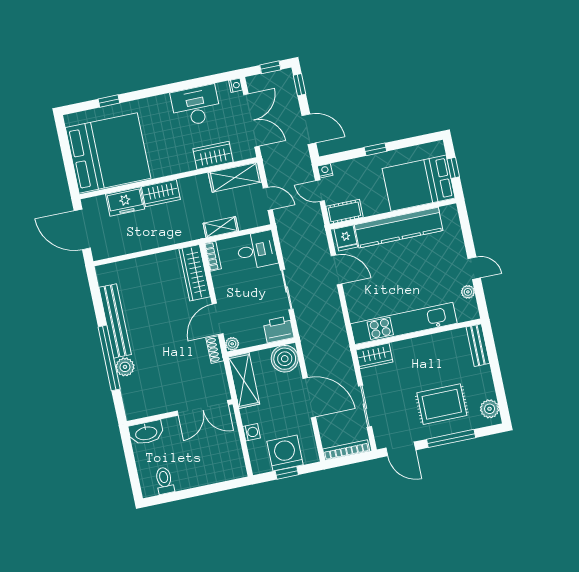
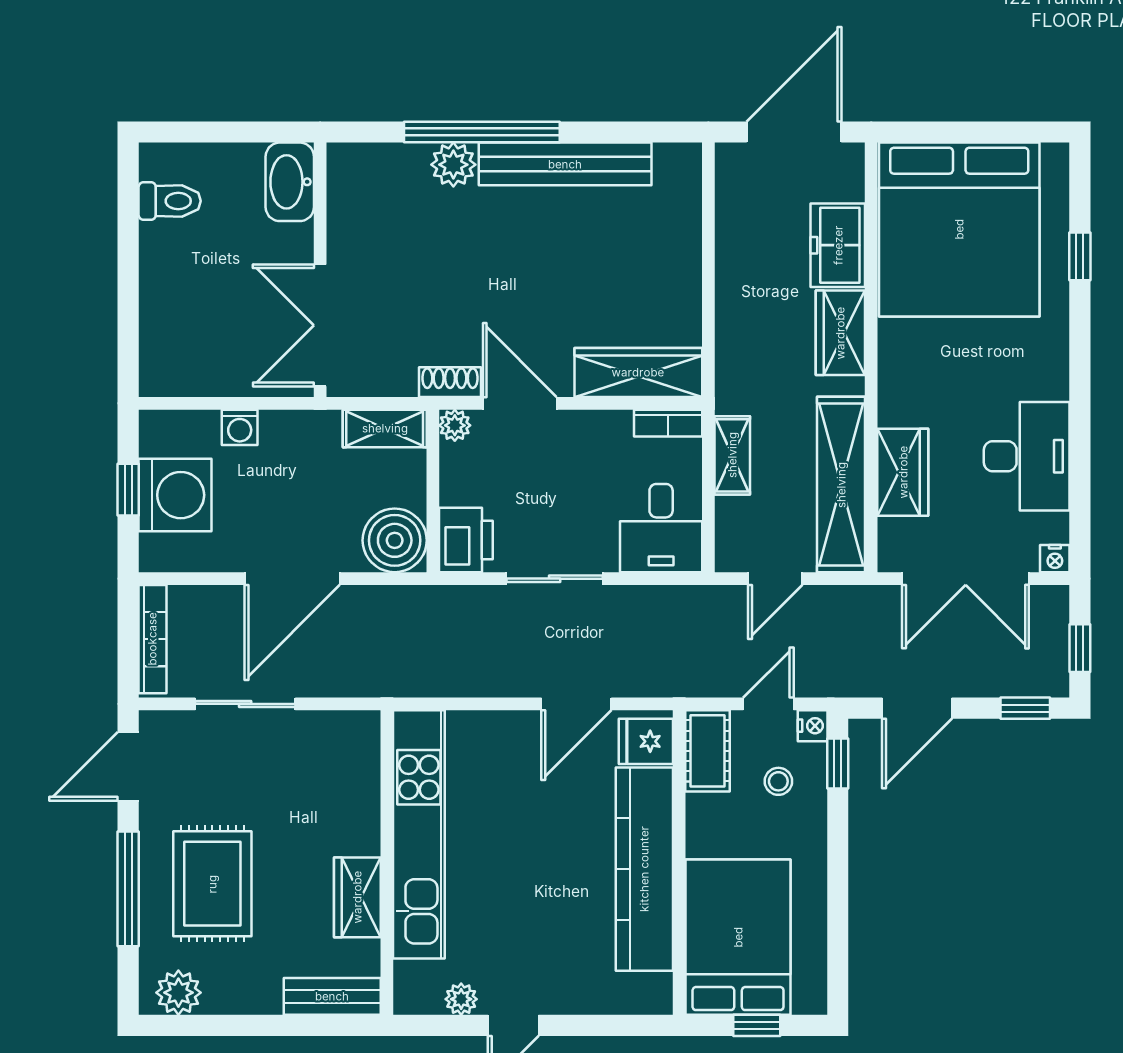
window: (375, 149) -> (838, 763), moved
shelving: (235, 177) -> (841, 485), width x1.47
stool: (351, 180) -> (778, 781), added
wardrobe: (374, 356) -> (357, 897), moved
shelving: (244, 380) -> (385, 428), width x0.67, depth x0.75

